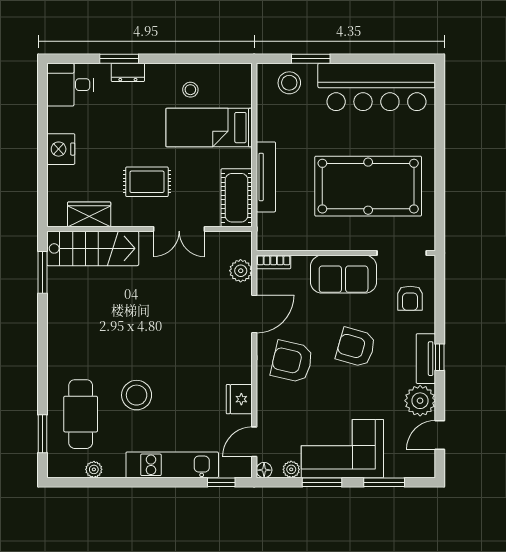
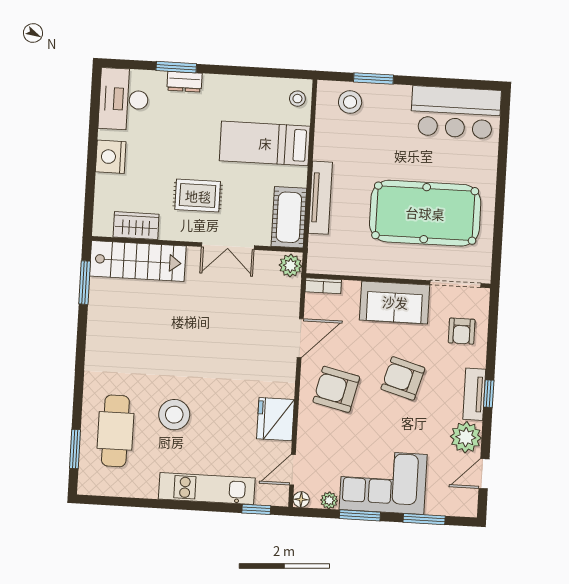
desk: (70, 85) -> (124, 99), width x1.37
bar counter: (376, 87) -> (456, 112), width x0.73
stool: (190, 90) -> (297, 99), moved
plant: (241, 271) -> (290, 266), moved
fridge: (239, 399) -> (276, 419), width x1.36, depth x1.34
plant: (94, 469) -> (126, 489), removed

